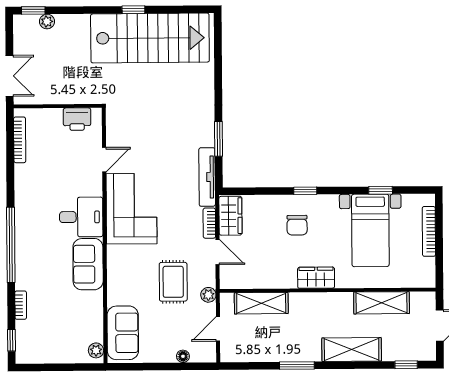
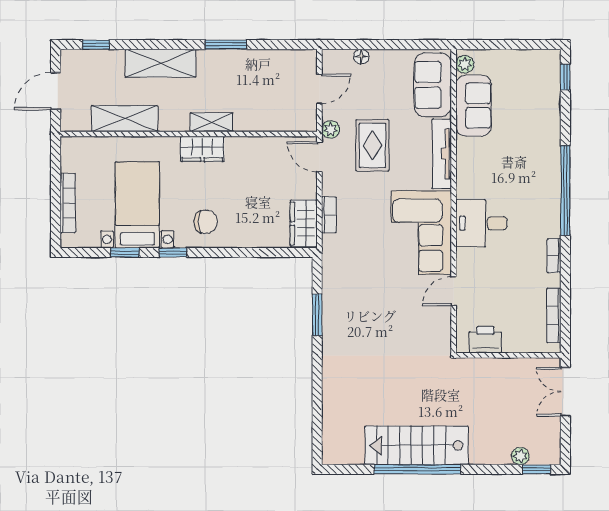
window: (133, 10) -> (417, 469), width x3.17
stairs: (150, 38) -> (417, 445), width x0.73, depth x0.66
tv unit: (207, 177) -> (442, 154), moved, turned 180
window: (305, 191) -> (173, 252), moved
chair: (297, 225) -> (206, 222), moved, turned 90
door: (217, 252) -> (319, 157), moved
sofa: (88, 264) -> (474, 106), moved
shelving: (261, 303) -> (211, 122), moved, width x0.67, depth x0.75
bookcase: (21, 305) -> (554, 256), moved

